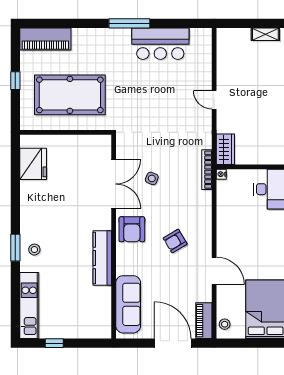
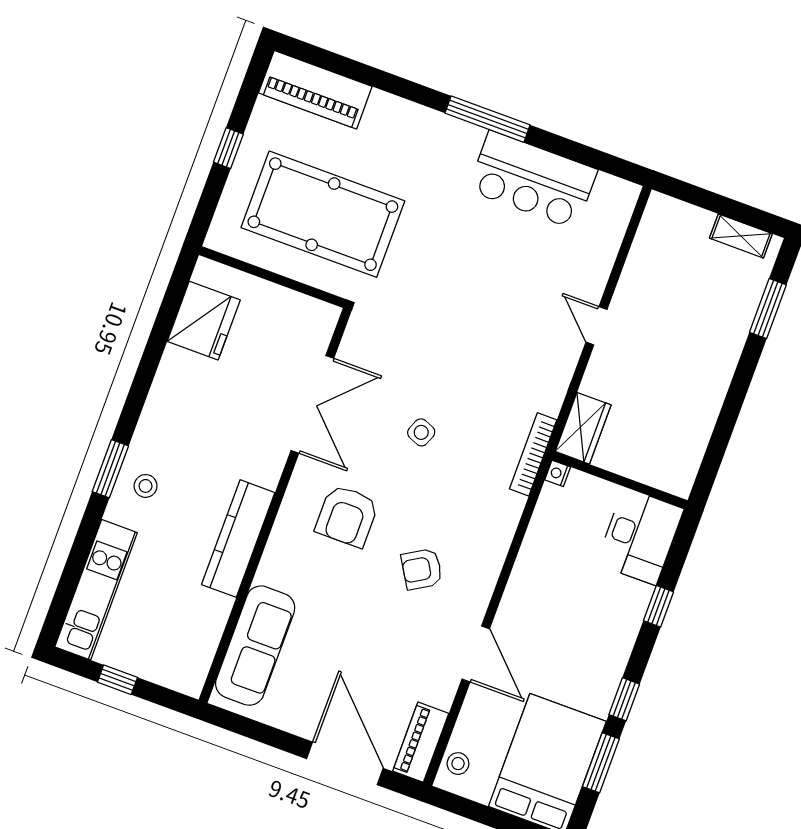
double door: (114, 184) -> (312, 404), moved
wall: (114, 237) -> (275, 505), moved
kitchen counter: (102, 258) -> (238, 539), moved
sofa: (128, 304) -> (255, 646), moved

